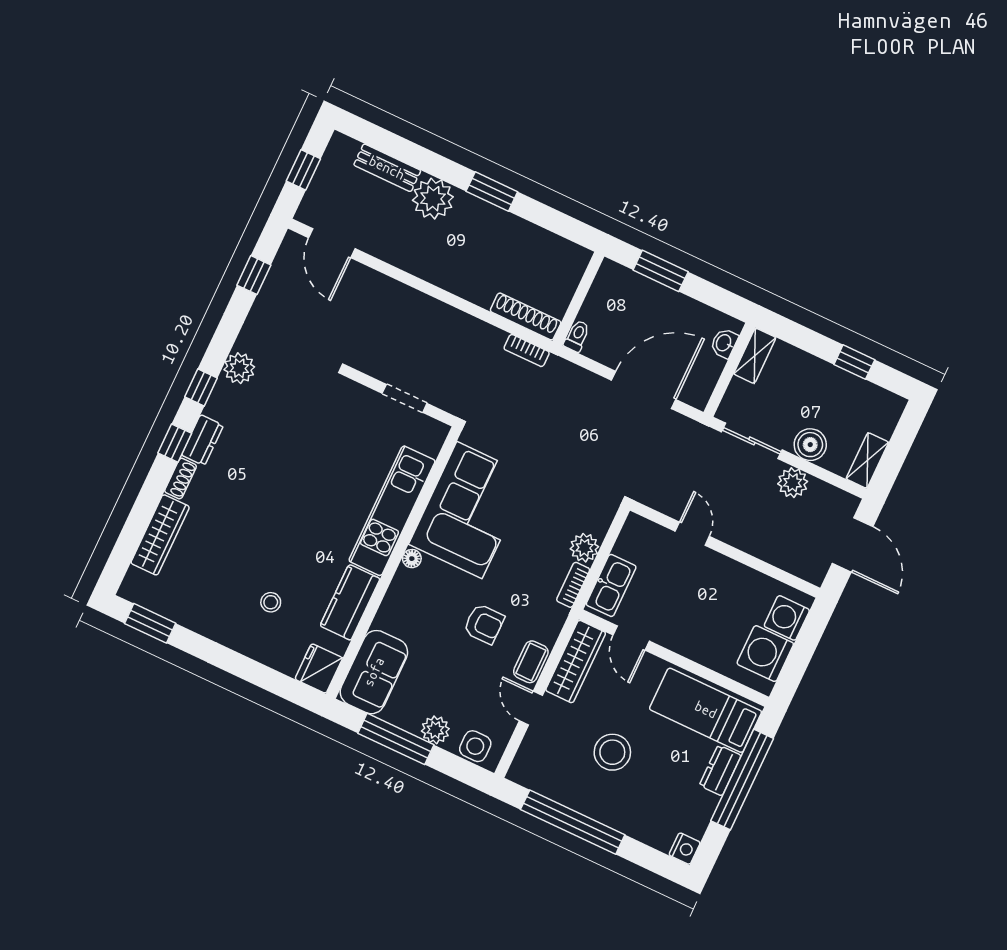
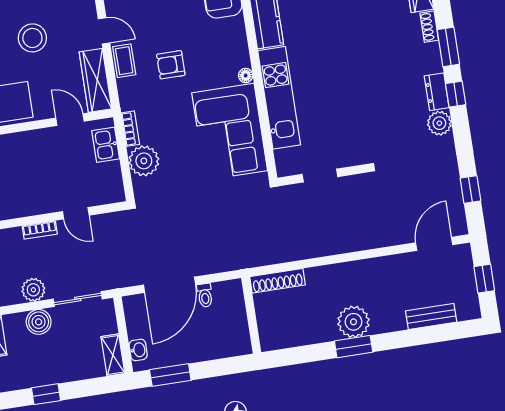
plant: (433, 199) -> (354, 322), moved
door: (332, 243) -> (434, 244), hinge flipped
window: (661, 271) -> (170, 375), moved
toilet: (577, 336) -> (205, 295), moved
bookcase: (527, 350) -> (40, 230), moved, turned 180
dresser: (202, 440) -> (437, 92), moved
window: (175, 443) -> (448, 47), width x1.50
plant: (584, 548) -> (144, 161), width x1.36, depth x1.36
kitchen sink: (611, 585) -> (106, 145), width x0.73

